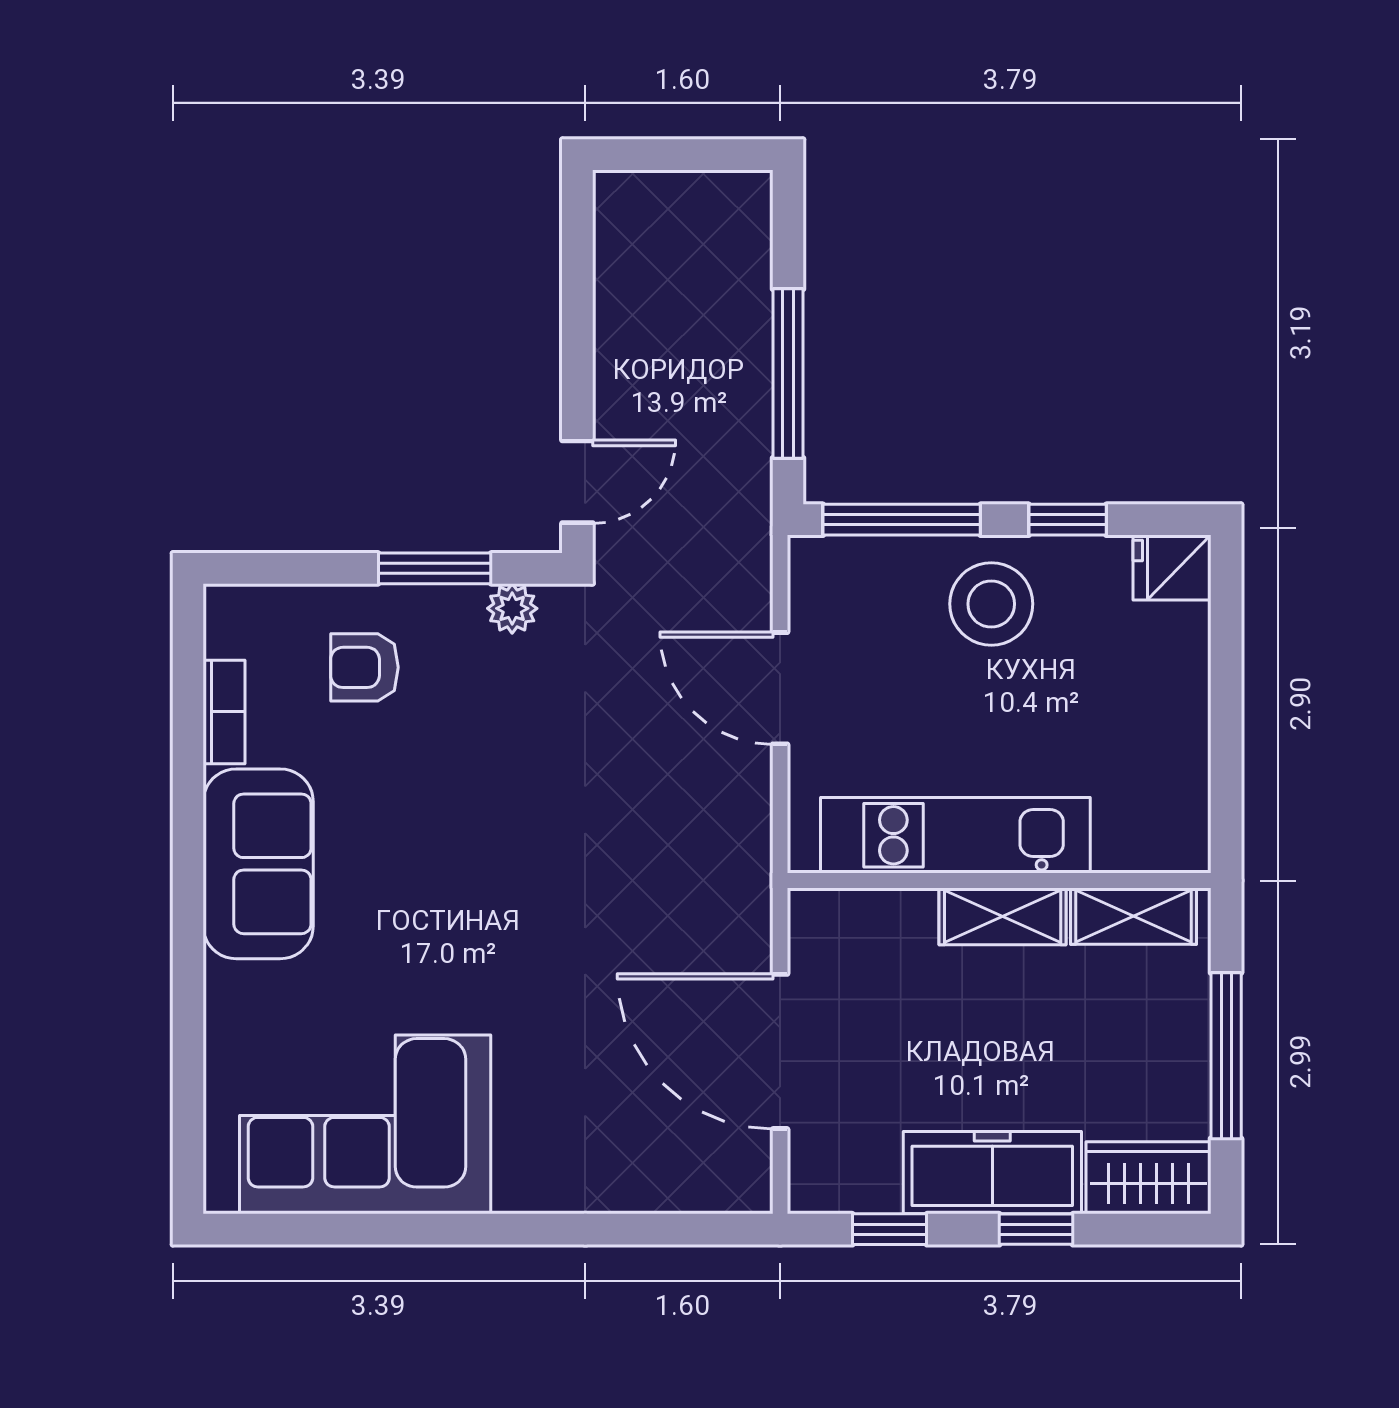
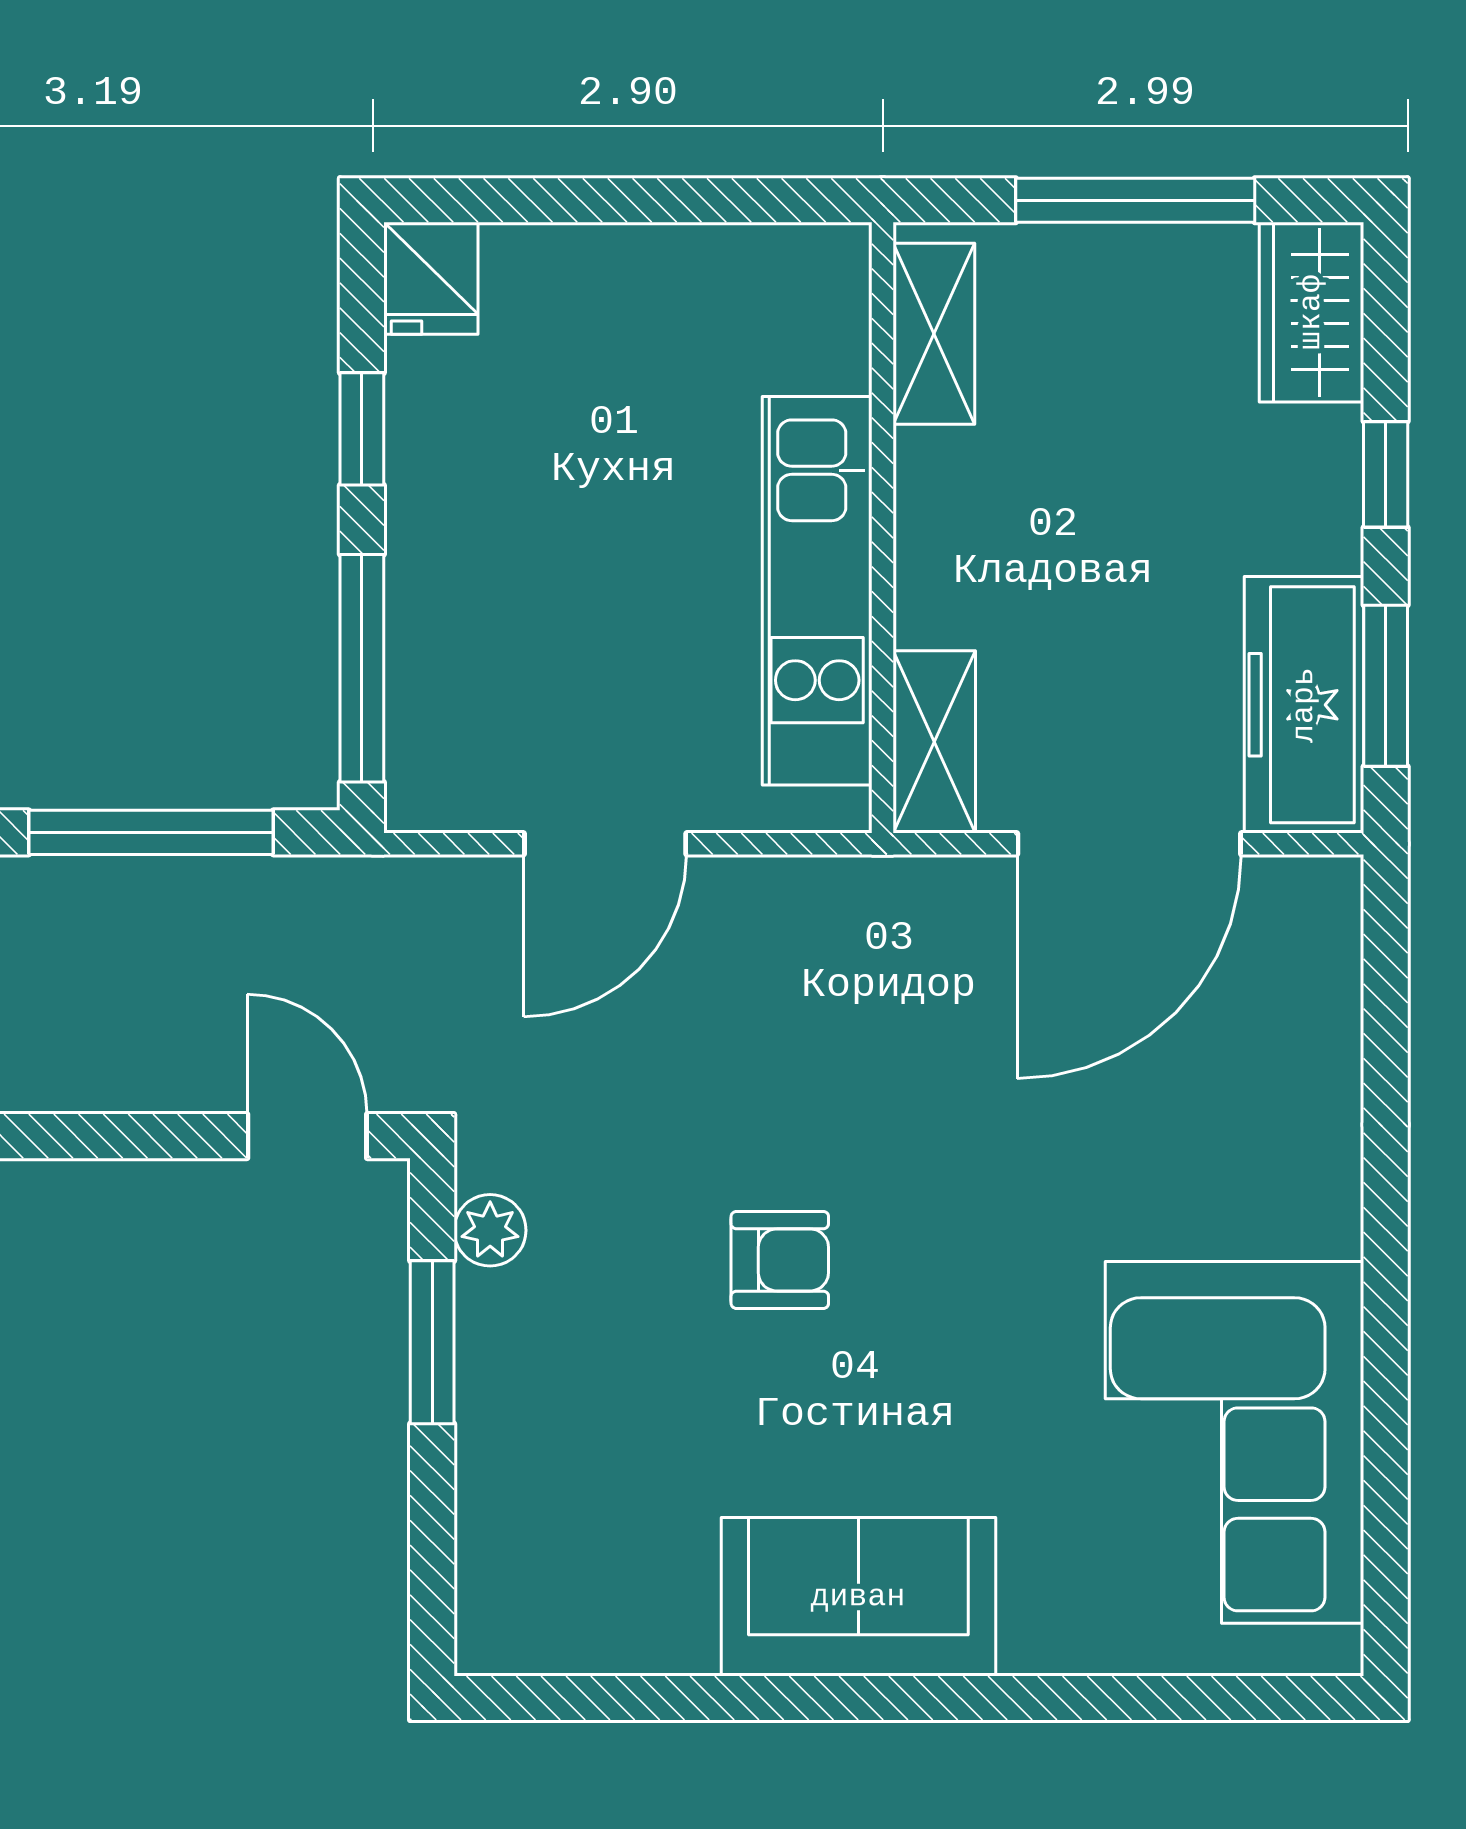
stool: (991, 604) -> (484, 539), removed
armchair: (364, 667) -> (780, 1260), moved, turned -90
bookcase: (224, 712) -> (639, 1646), removed
shelving: (1003, 916) -> (934, 742), moved
freezer: (992, 1173) -> (1304, 705), moved
window: (890, 1229) -> (1386, 686), width x1.50

